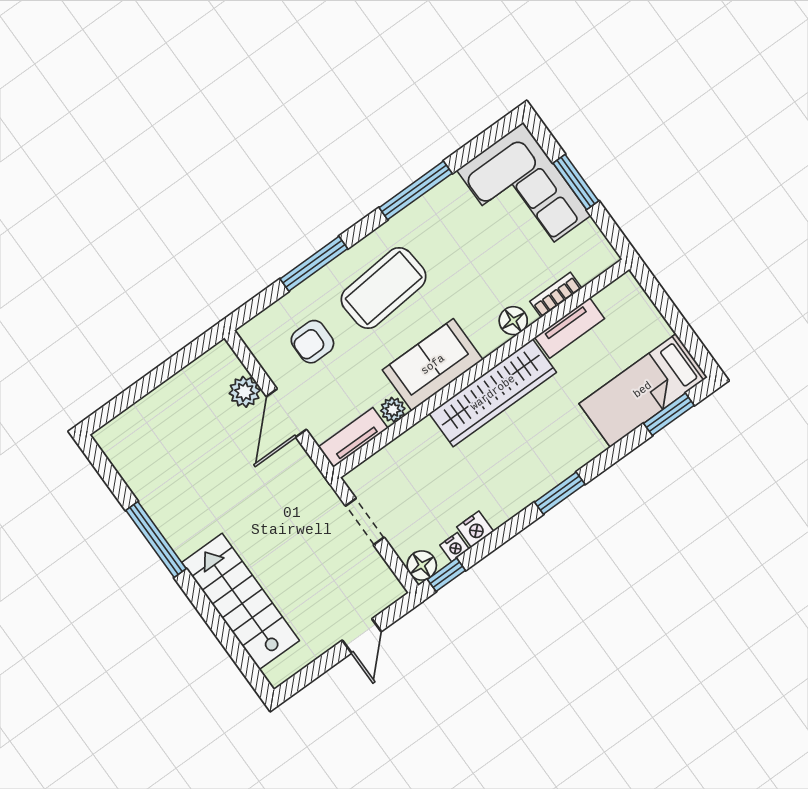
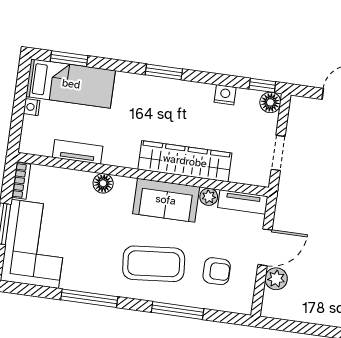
bookcase: (556, 295) -> (21, 181), moved, turned -90
wardrobe: (493, 393) -> (185, 161), moved
nightstand: (455, 547) -> (32, 107), moved, turned -90

